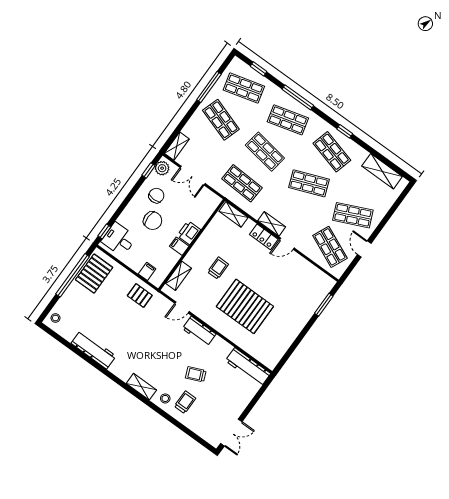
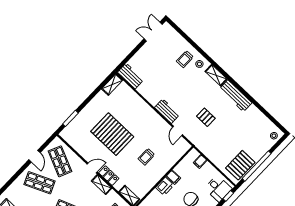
shelving: (178, 276) -> (112, 84), moved
pallet: (140, 296) -> (206, 117), moved
pallet: (245, 306) -> (112, 134), moved
door: (182, 307) -> (178, 131), swing flipped
workbench: (94, 350) -> (236, 96), moved
workbench: (248, 367) -> (131, 76), width x0.73
trolley: (196, 374) -> (174, 79), removed

